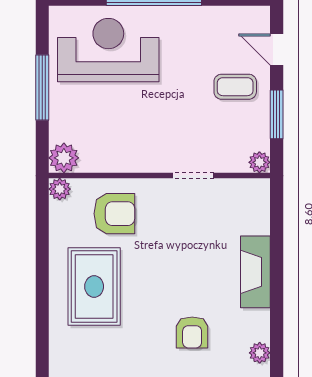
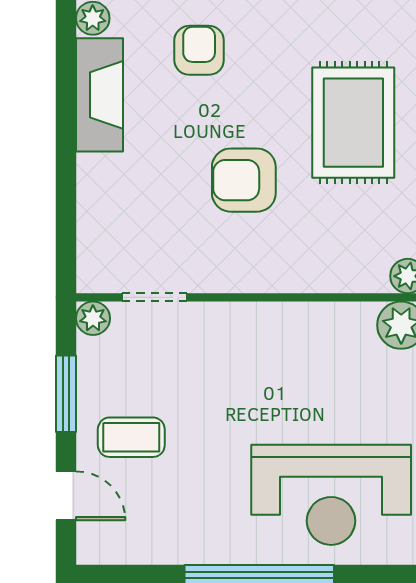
doorway: (193, 176) -> (154, 297), moved
armchair: (114, 214) -> (244, 180), moved
fireplace: (255, 272) -> (99, 95), moved

